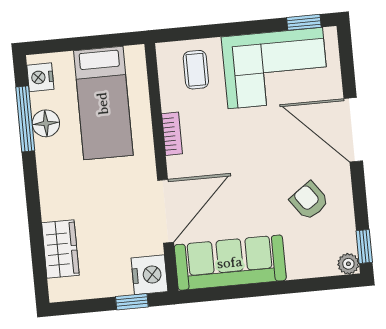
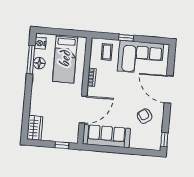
window: (304, 22) -> (126, 38), moved
wardrobe: (60, 249) -> (35, 128), moved
plant: (348, 264) -> (156, 146), removed
nightstand: (149, 275) -> (71, 135), removed

